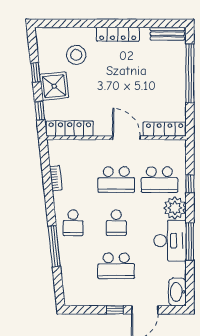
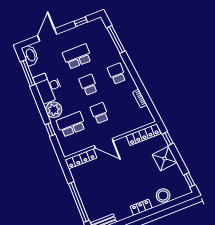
locker: (118, 34) -> (141, 207), width x0.66
stool: (76, 55) -> (163, 195), moved
window: (36, 72) -> (189, 180), moved
school desk: (116, 180) -> (100, 113), width x0.54
window: (190, 241) -> (28, 73), moved
window: (54, 246) -> (116, 39), moved
window: (115, 310) -> (81, 22), moved

